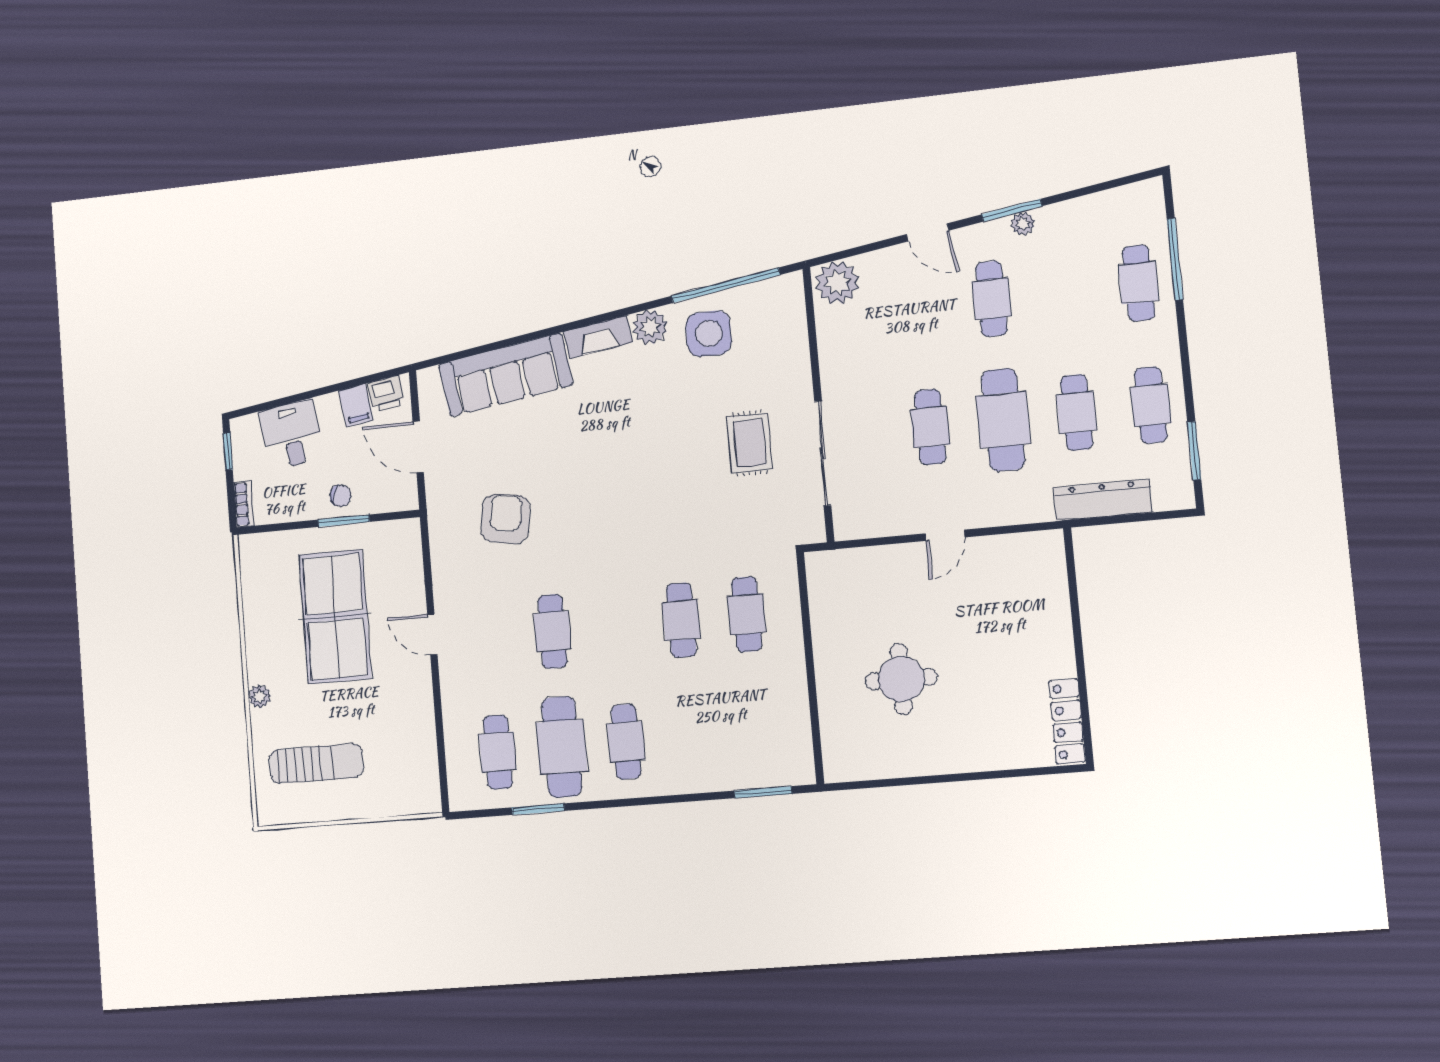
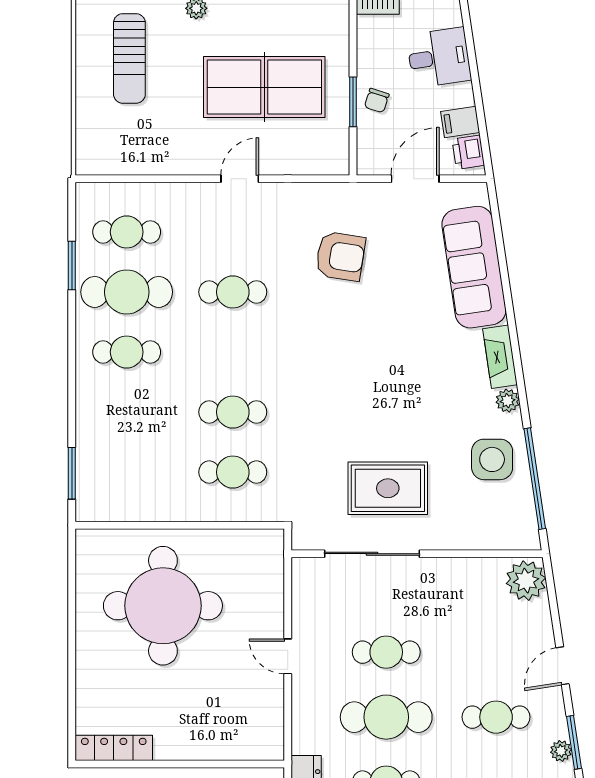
plant: (650, 327) -> (508, 401), width x0.73, depth x0.73
rug: (750, 443) -> (388, 488), width x1.36, depth x1.43
round table: (901, 679) -> (163, 606), width x1.86, depth x1.86

